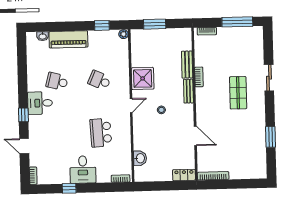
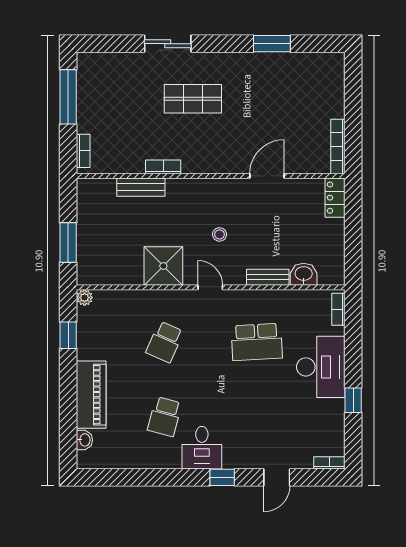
bench: (188, 91) -> (268, 277), moved
desk: (83, 170) -> (321, 367), width x1.37

